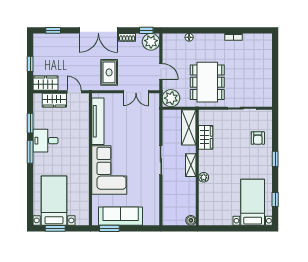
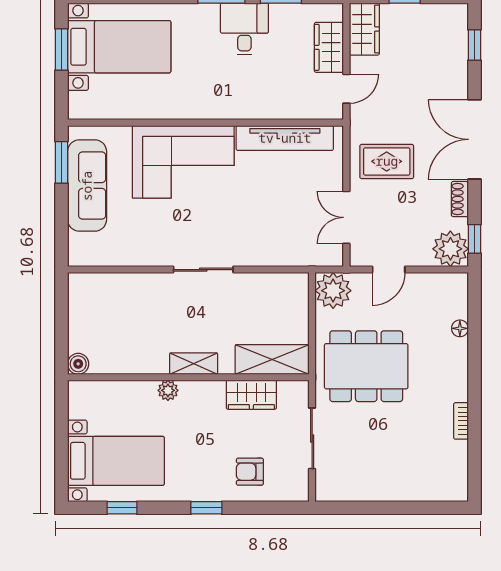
shelving: (189, 127) -> (272, 360), moved
wardrobe: (206, 137) -> (251, 395), moved
shelving: (191, 165) -> (194, 364), moved
wall: (197, 168) -> (188, 377), moved
plant: (204, 177) -> (168, 390), moved
boiler: (191, 220) -> (78, 364), moved

